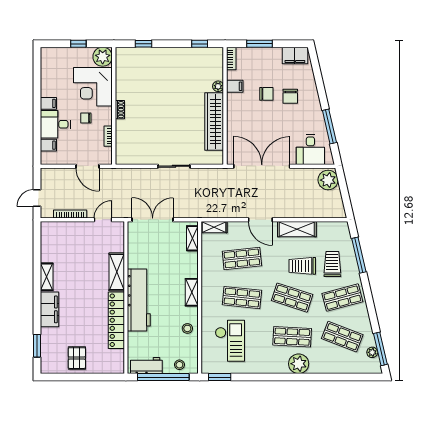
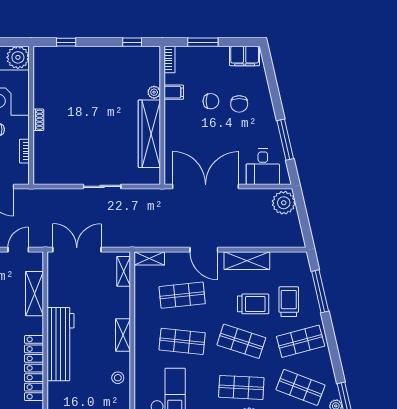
trolley: (302, 266) -> (253, 304), turned 180
shelving: (117, 272) -> (35, 294), moved

